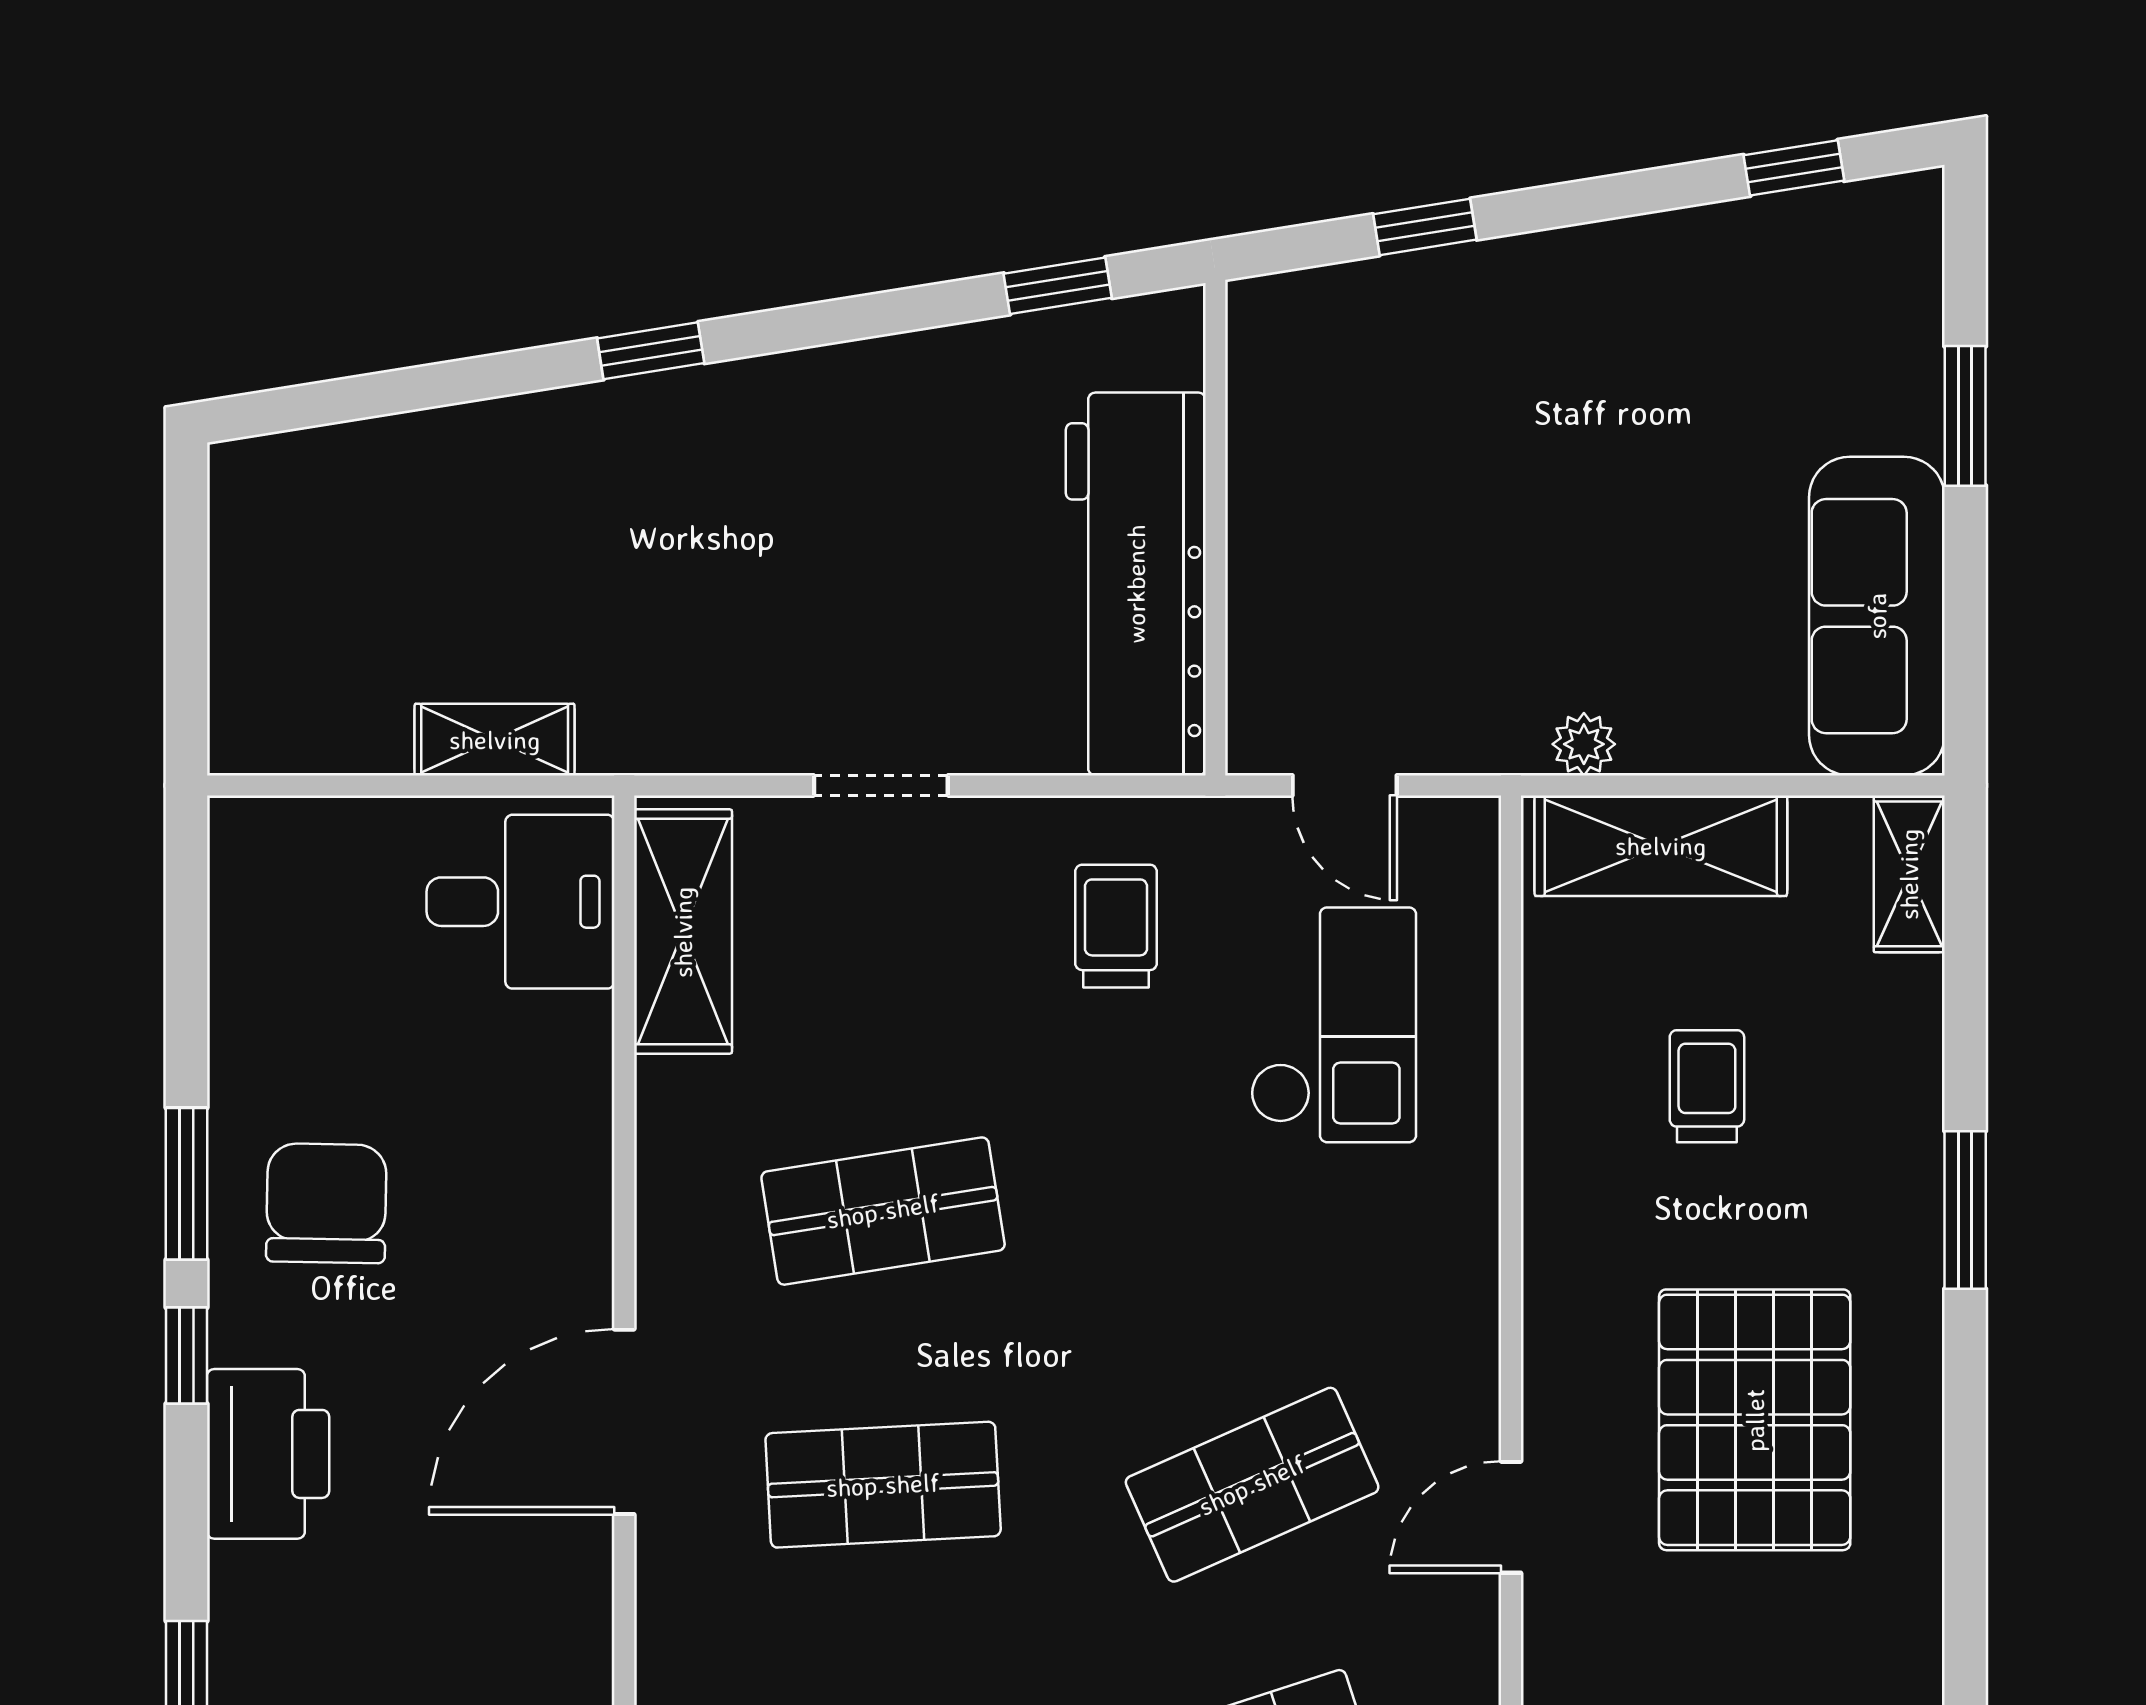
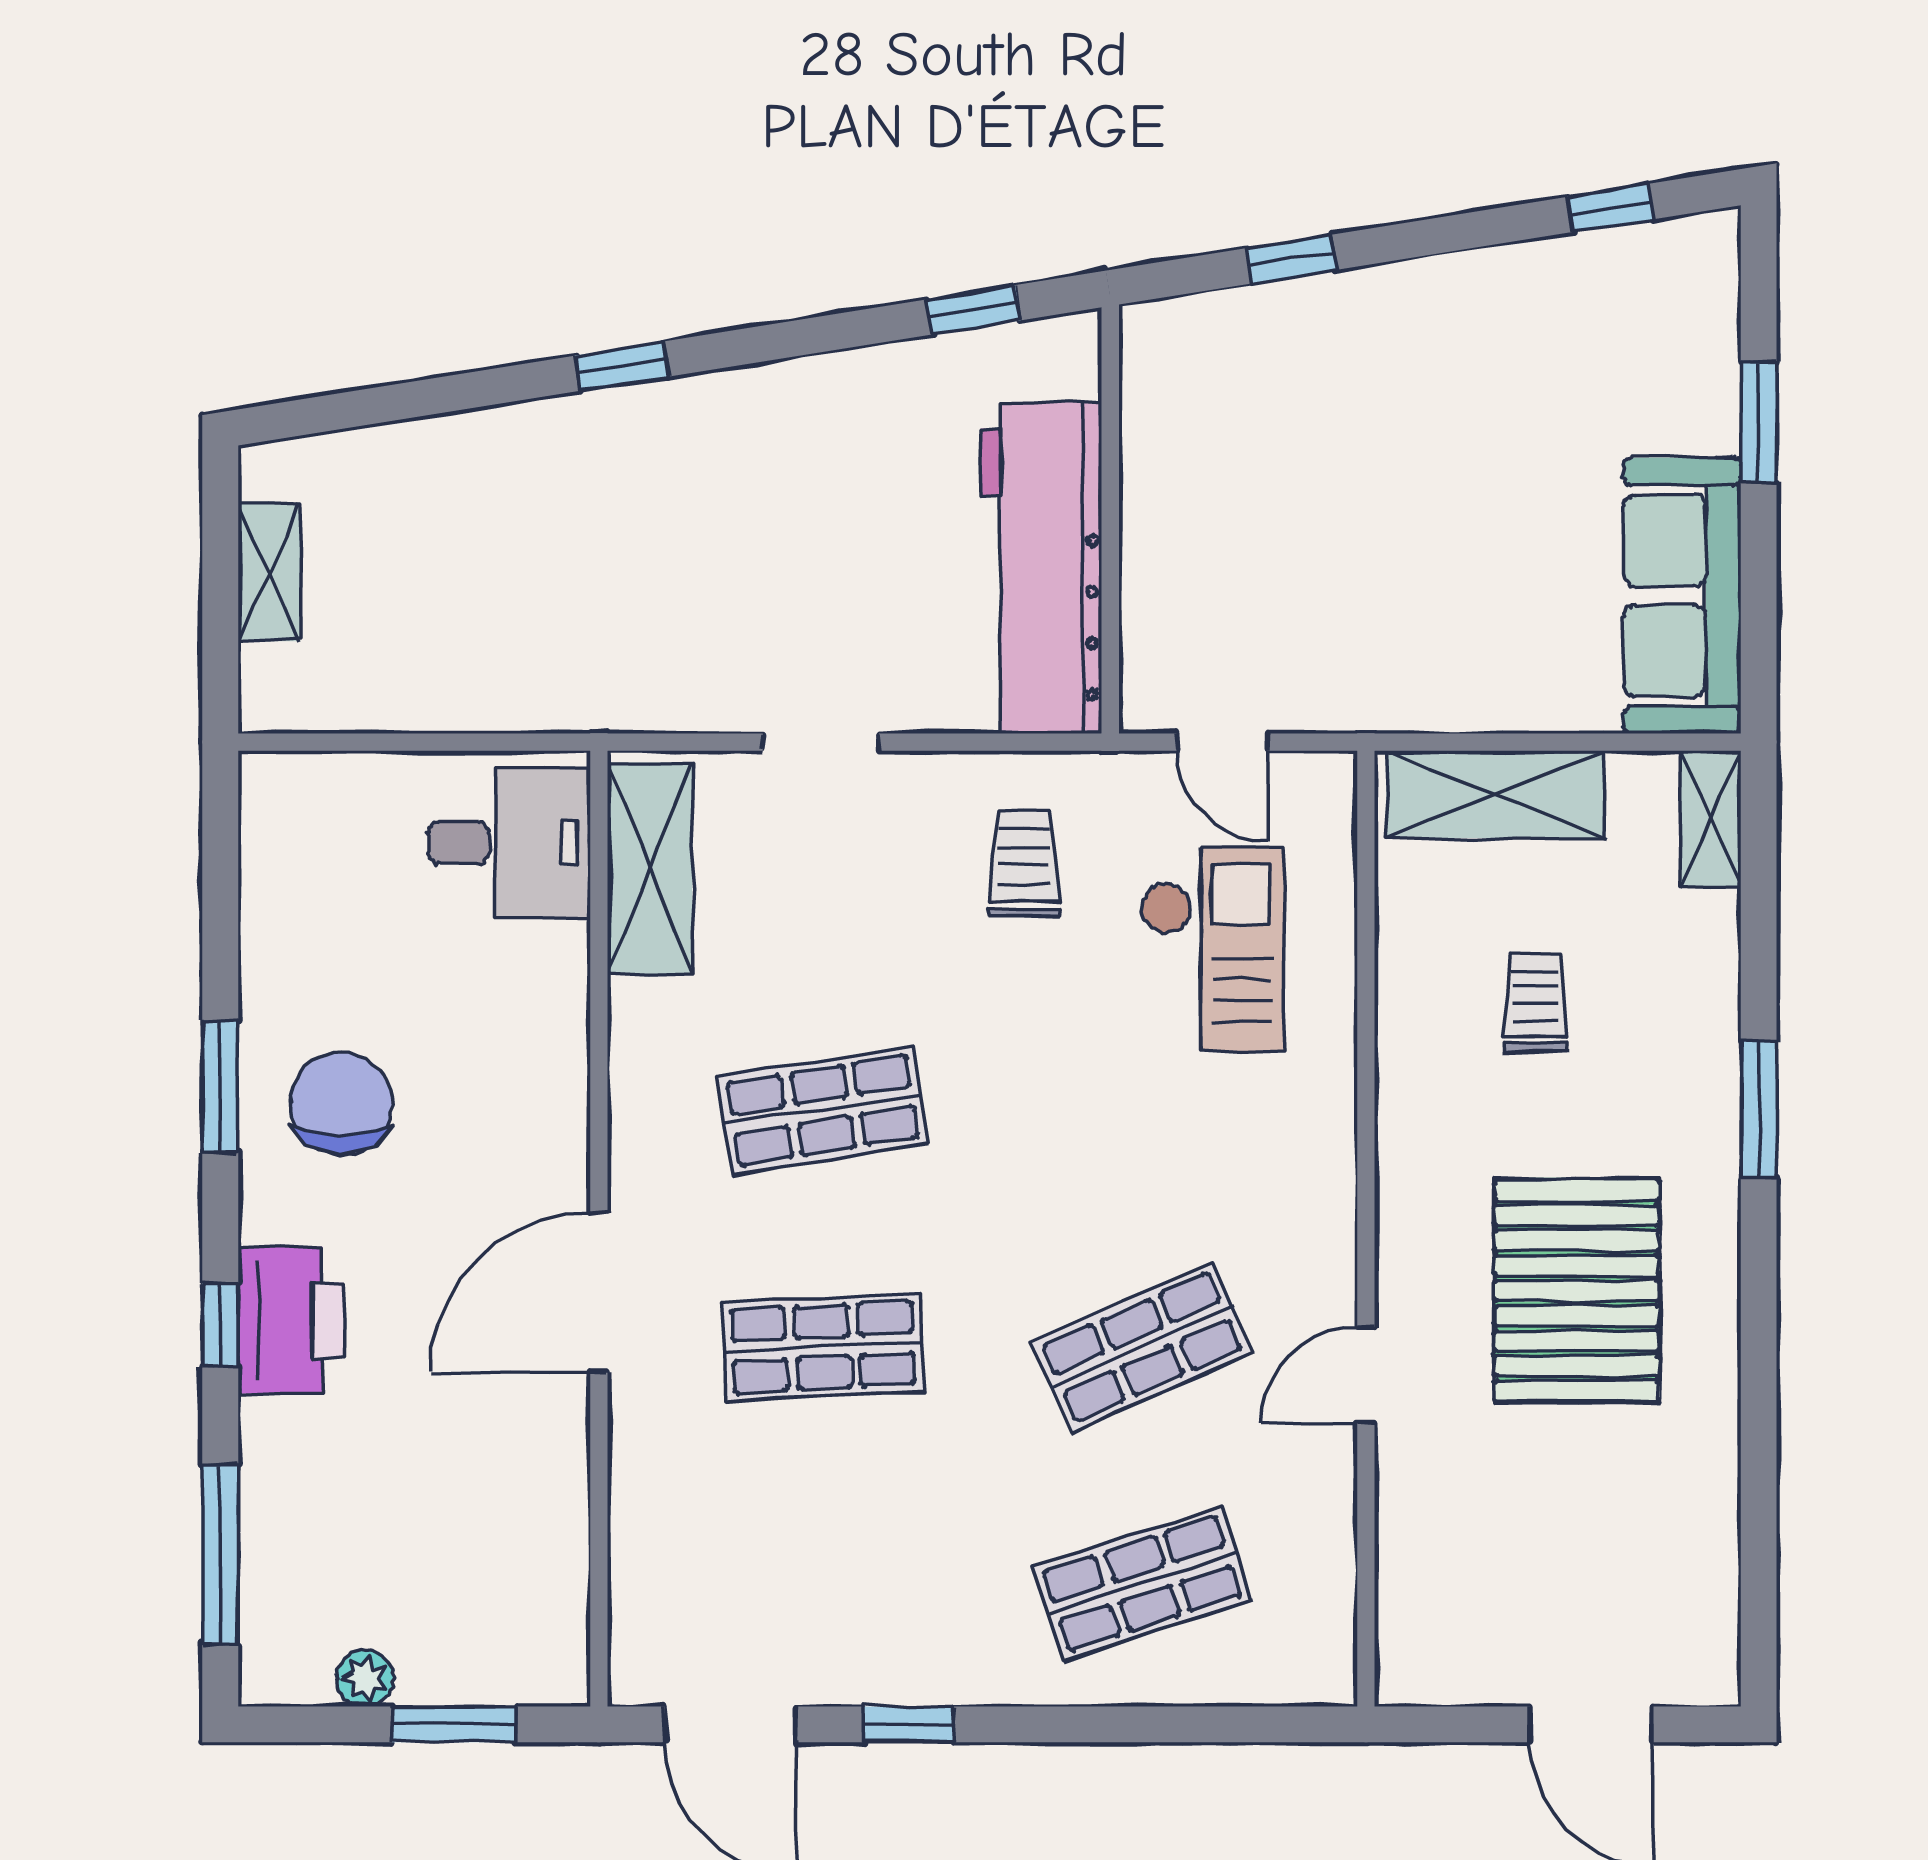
shelving: (495, 740) -> (269, 572), moved, turned 90
plant: (1584, 744) -> (1429, 706), removed
window: (186, 1356) -> (220, 1325), moved

